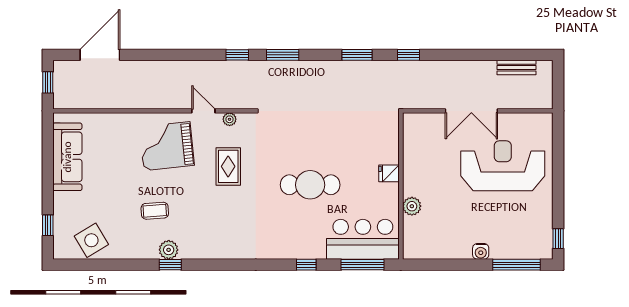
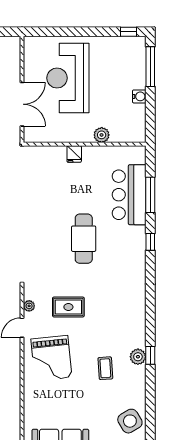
fridge: (389, 173) -> (74, 154), moved
wall: (401, 186) -> (85, 144), moved
plant: (412, 206) -> (102, 135), moved

